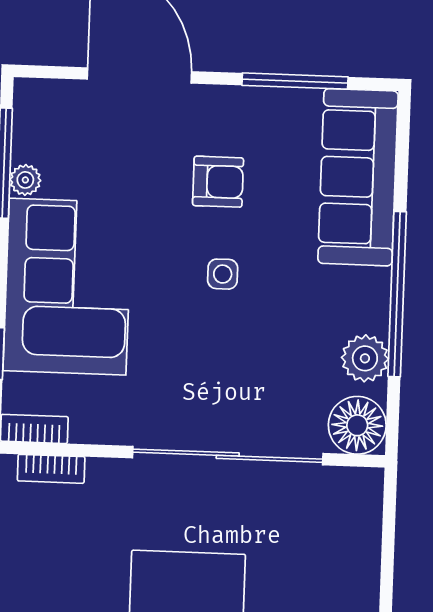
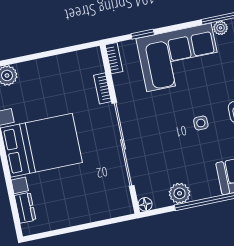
floor lamp: (357, 425) -> (145, 204), width x0.53, depth x0.53
bookcase: (51, 469) -> (103, 88), moved

